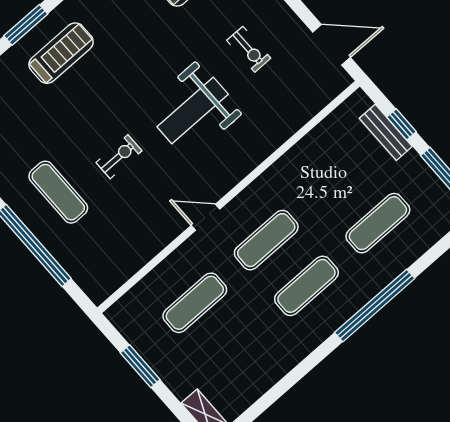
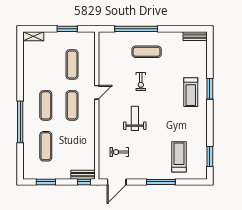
exercise bike: (249, 49) -> (119, 152), moved
weight bench: (193, 110) -> (135, 118), width x0.73, depth x0.75
window: (401, 124) -> (84, 182), moved
bench: (386, 132) -> (83, 175), moved

